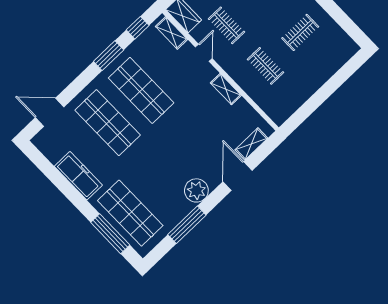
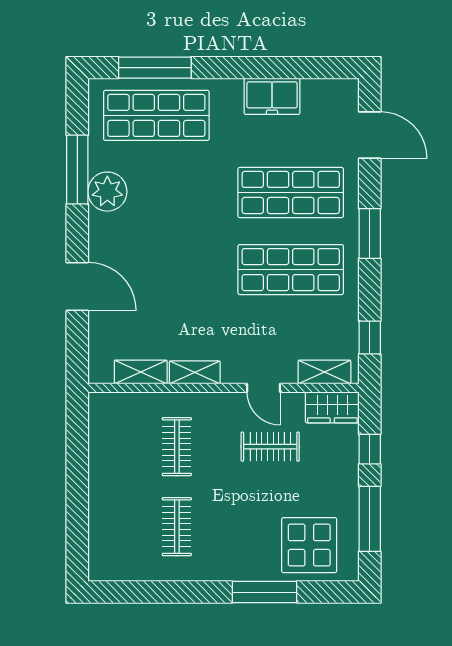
window: (109, 56) -> (370, 234), moved
clothes rail: (265, 66) -> (177, 447), turned 90
door: (50, 112) -> (370, 135), hinge flipped
shelving: (251, 144) -> (141, 372), moved, turned 90
freezer: (78, 176) -> (272, 96), width x0.71
plant: (196, 190) -> (107, 192), moved

